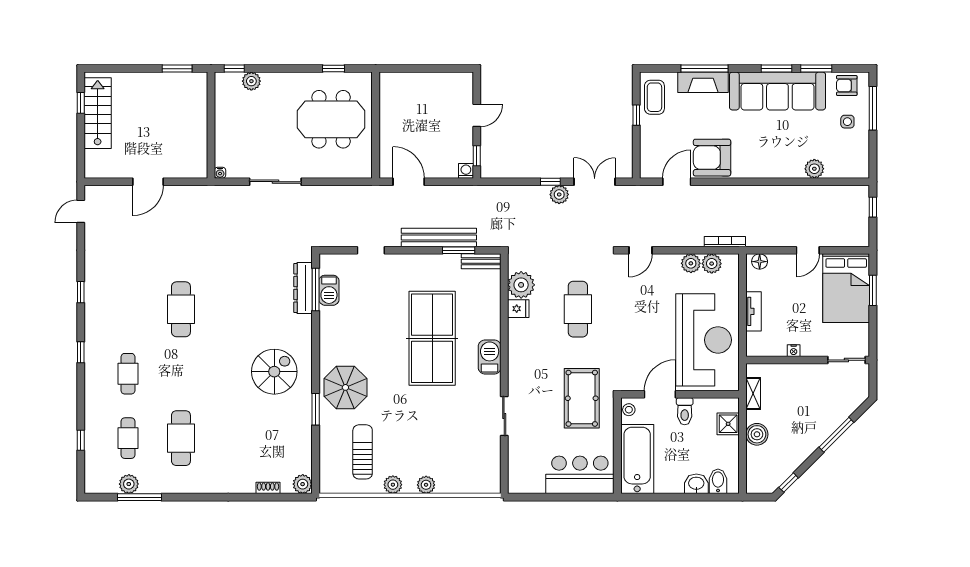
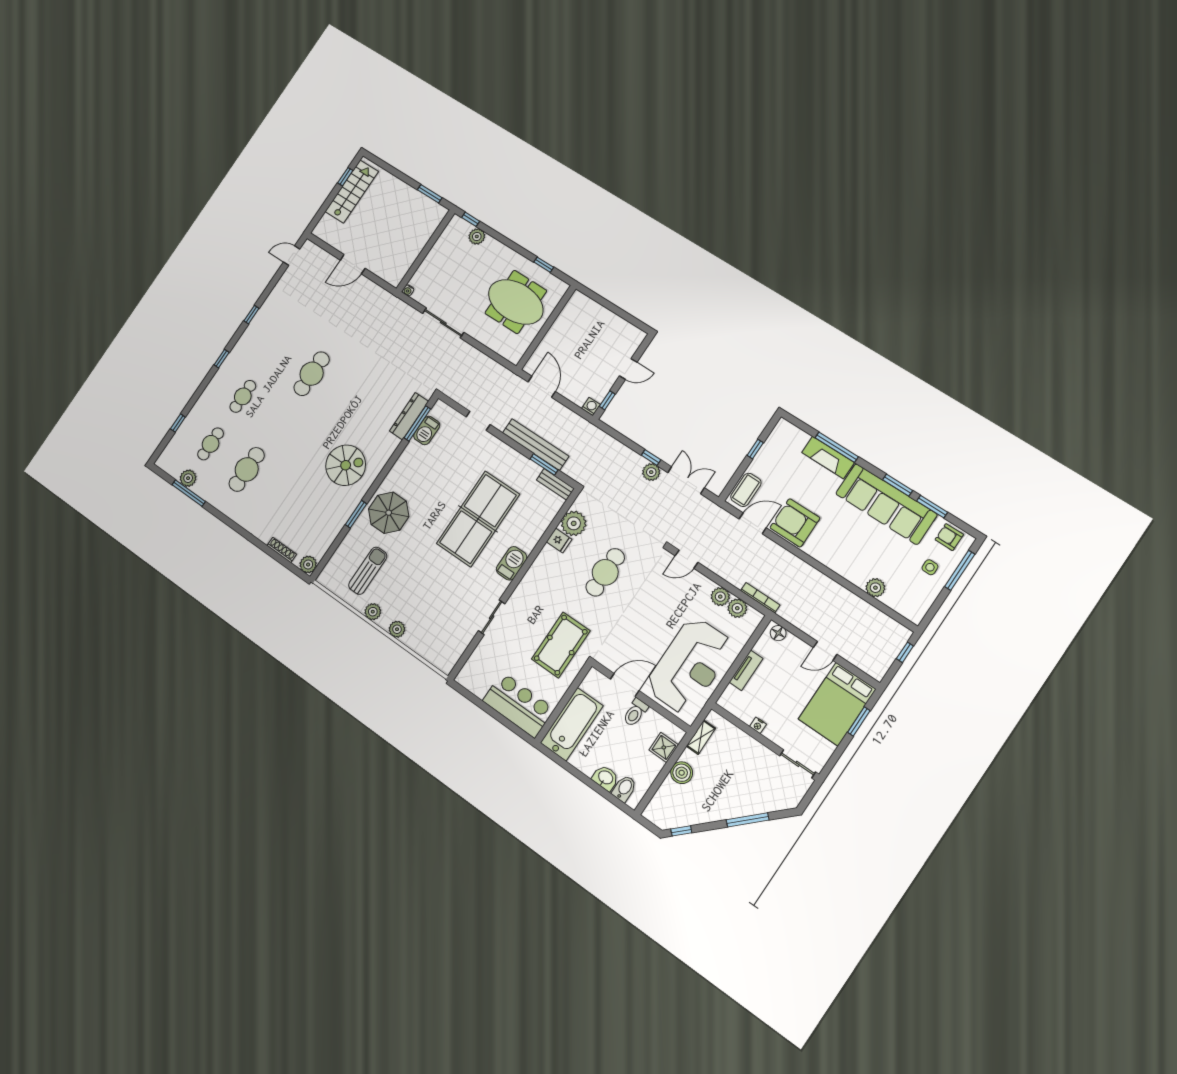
coffee table: (654, 97) -> (746, 490), moved
stool: (629, 410) -> (592, 680), removed
shoe rack: (268, 488) -> (282, 550), width x1.43

